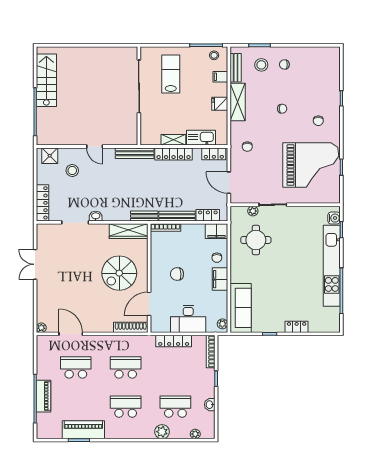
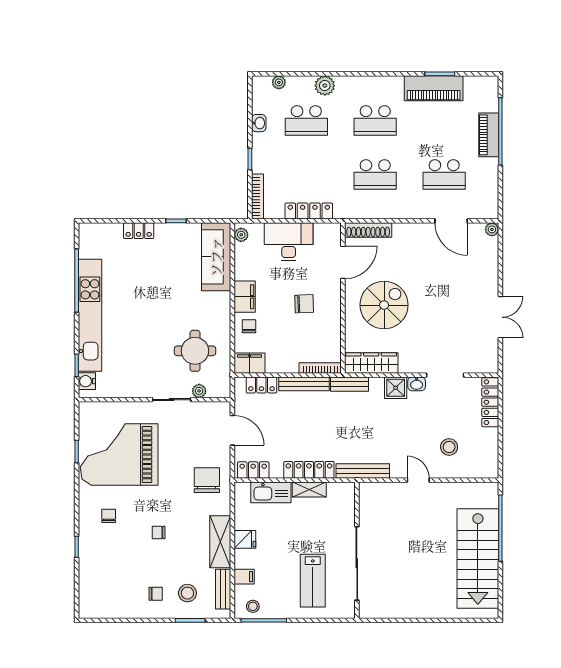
stairs: (46, 80) -> (478, 558), width x1.36, depth x1.51
chair: (247, 147) -> (207, 480), width x1.87, depth x1.87
shower: (50, 156) -> (396, 388), moved

